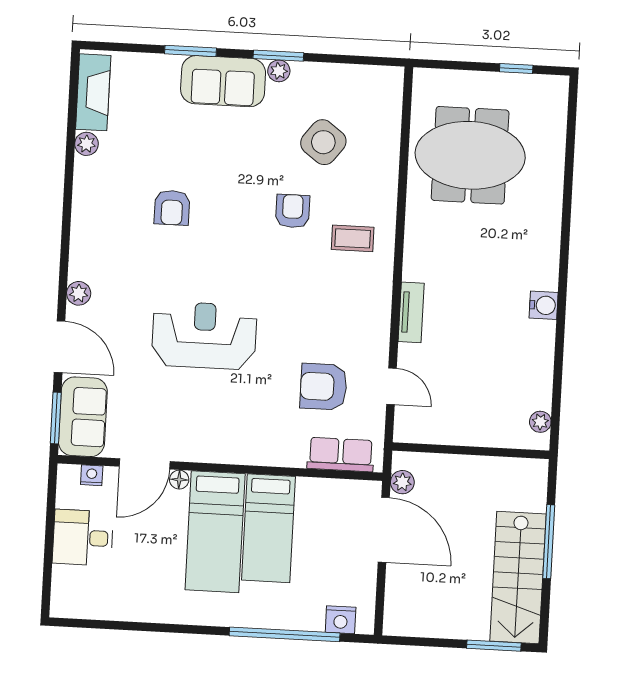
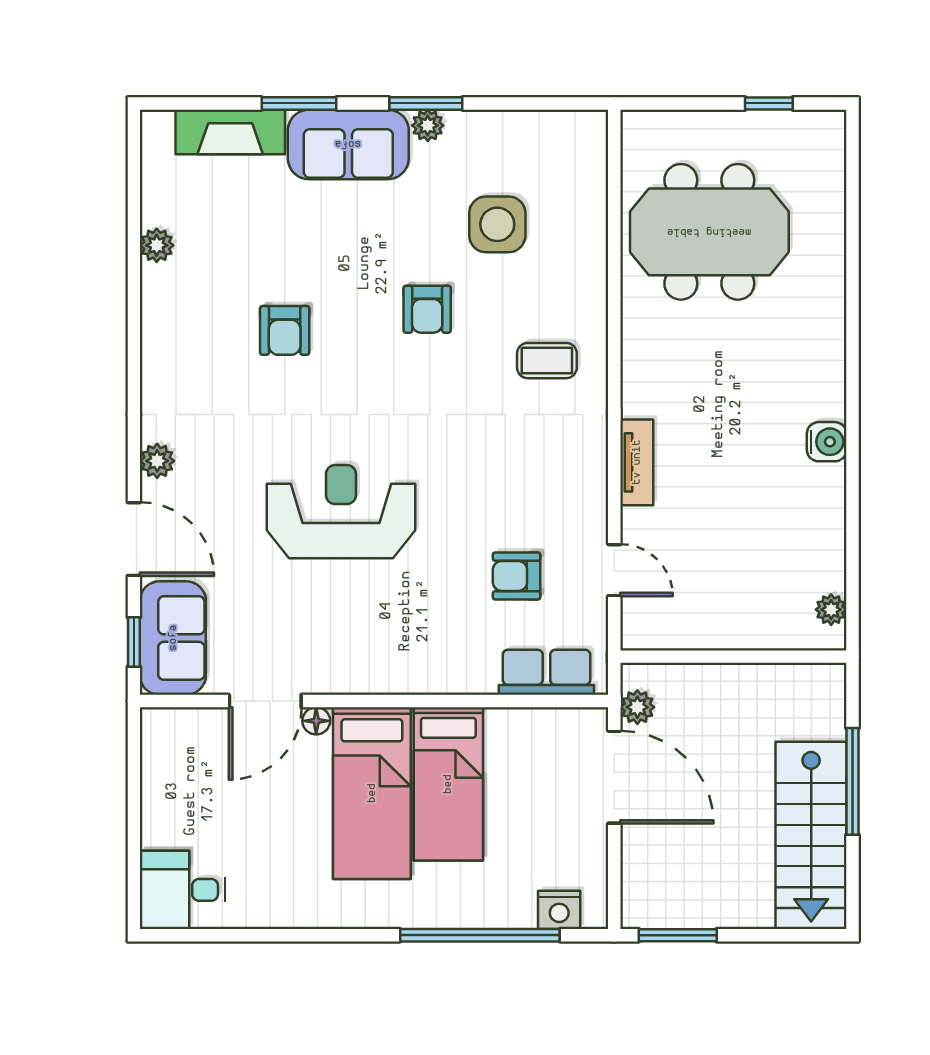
fireplace: (93, 92) -> (230, 132), moved, turned 90
side table: (323, 142) -> (497, 224), turned -37
armchair: (293, 211) -> (427, 309), moved, turned 180
armchair: (324, 387) -> (517, 576), width x0.72, depth x0.72
window: (56, 418) -> (134, 642), width x0.67
nightstand: (92, 475) -> (190, 722), removed
desk: (83, 538) -> (182, 890), moved
window: (494, 646) -> (678, 935), moved

